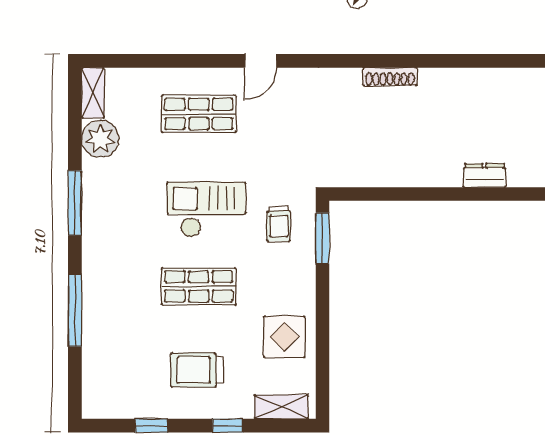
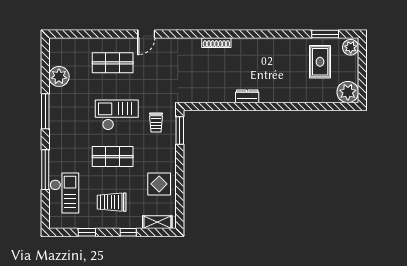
shelving: (93, 93) -> (55, 51), removed
dresser: (485, 175) -> (247, 96), moved
checkout: (110, 353) -> (64, 193), added

